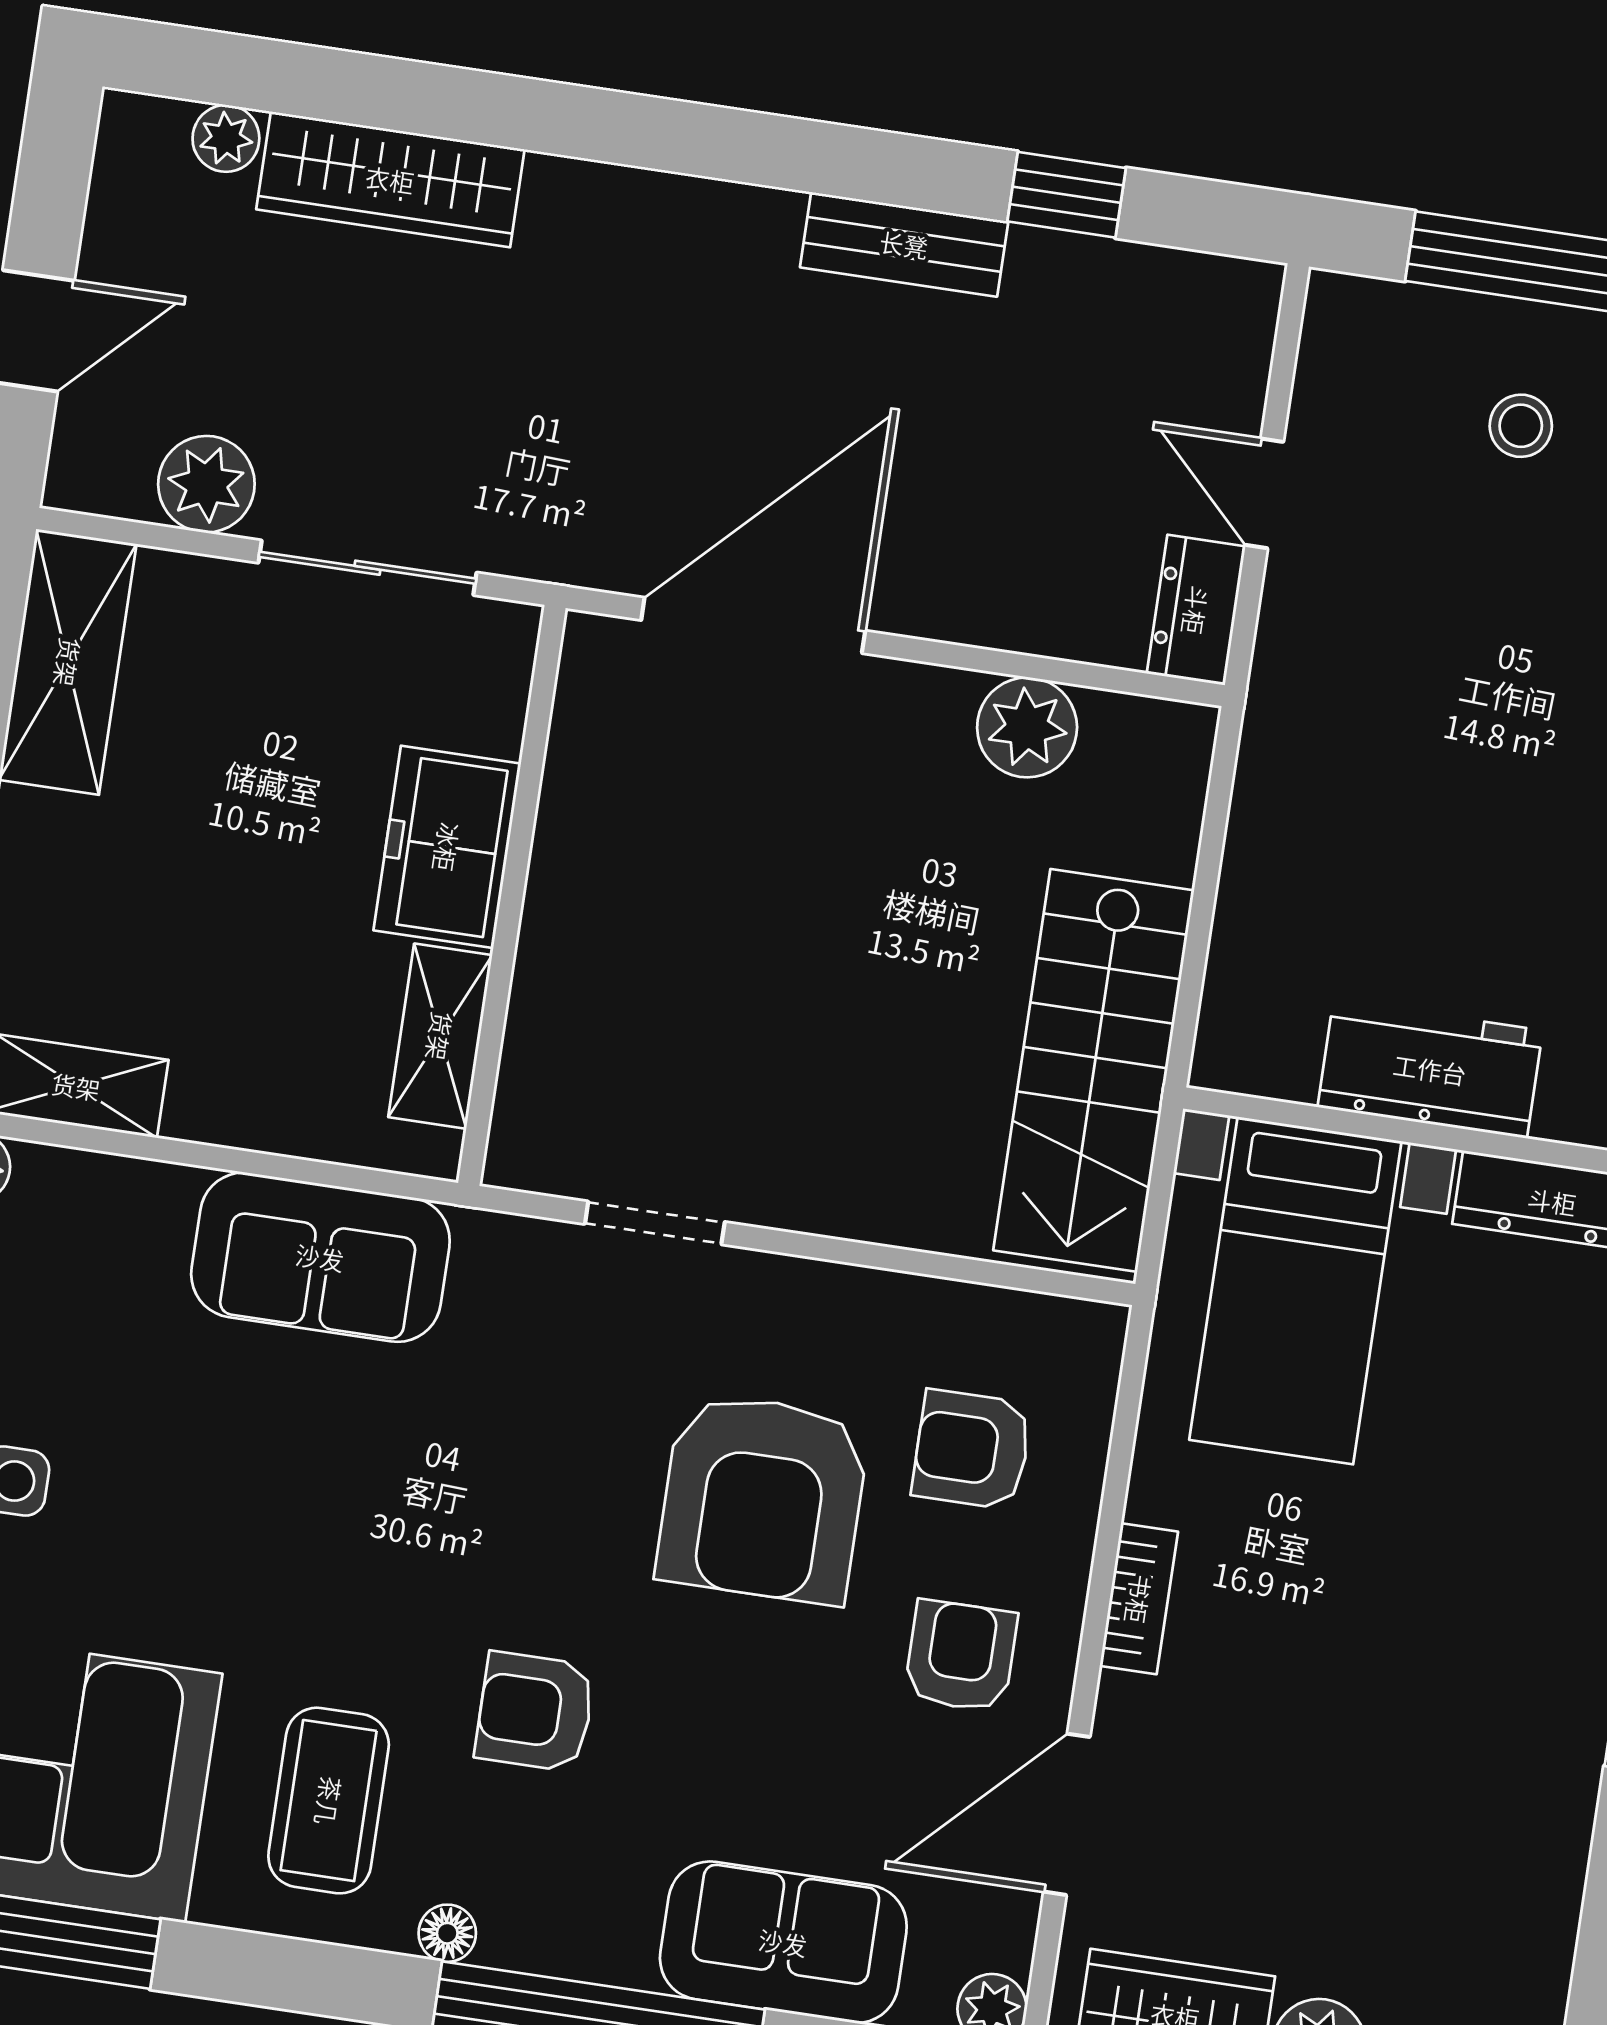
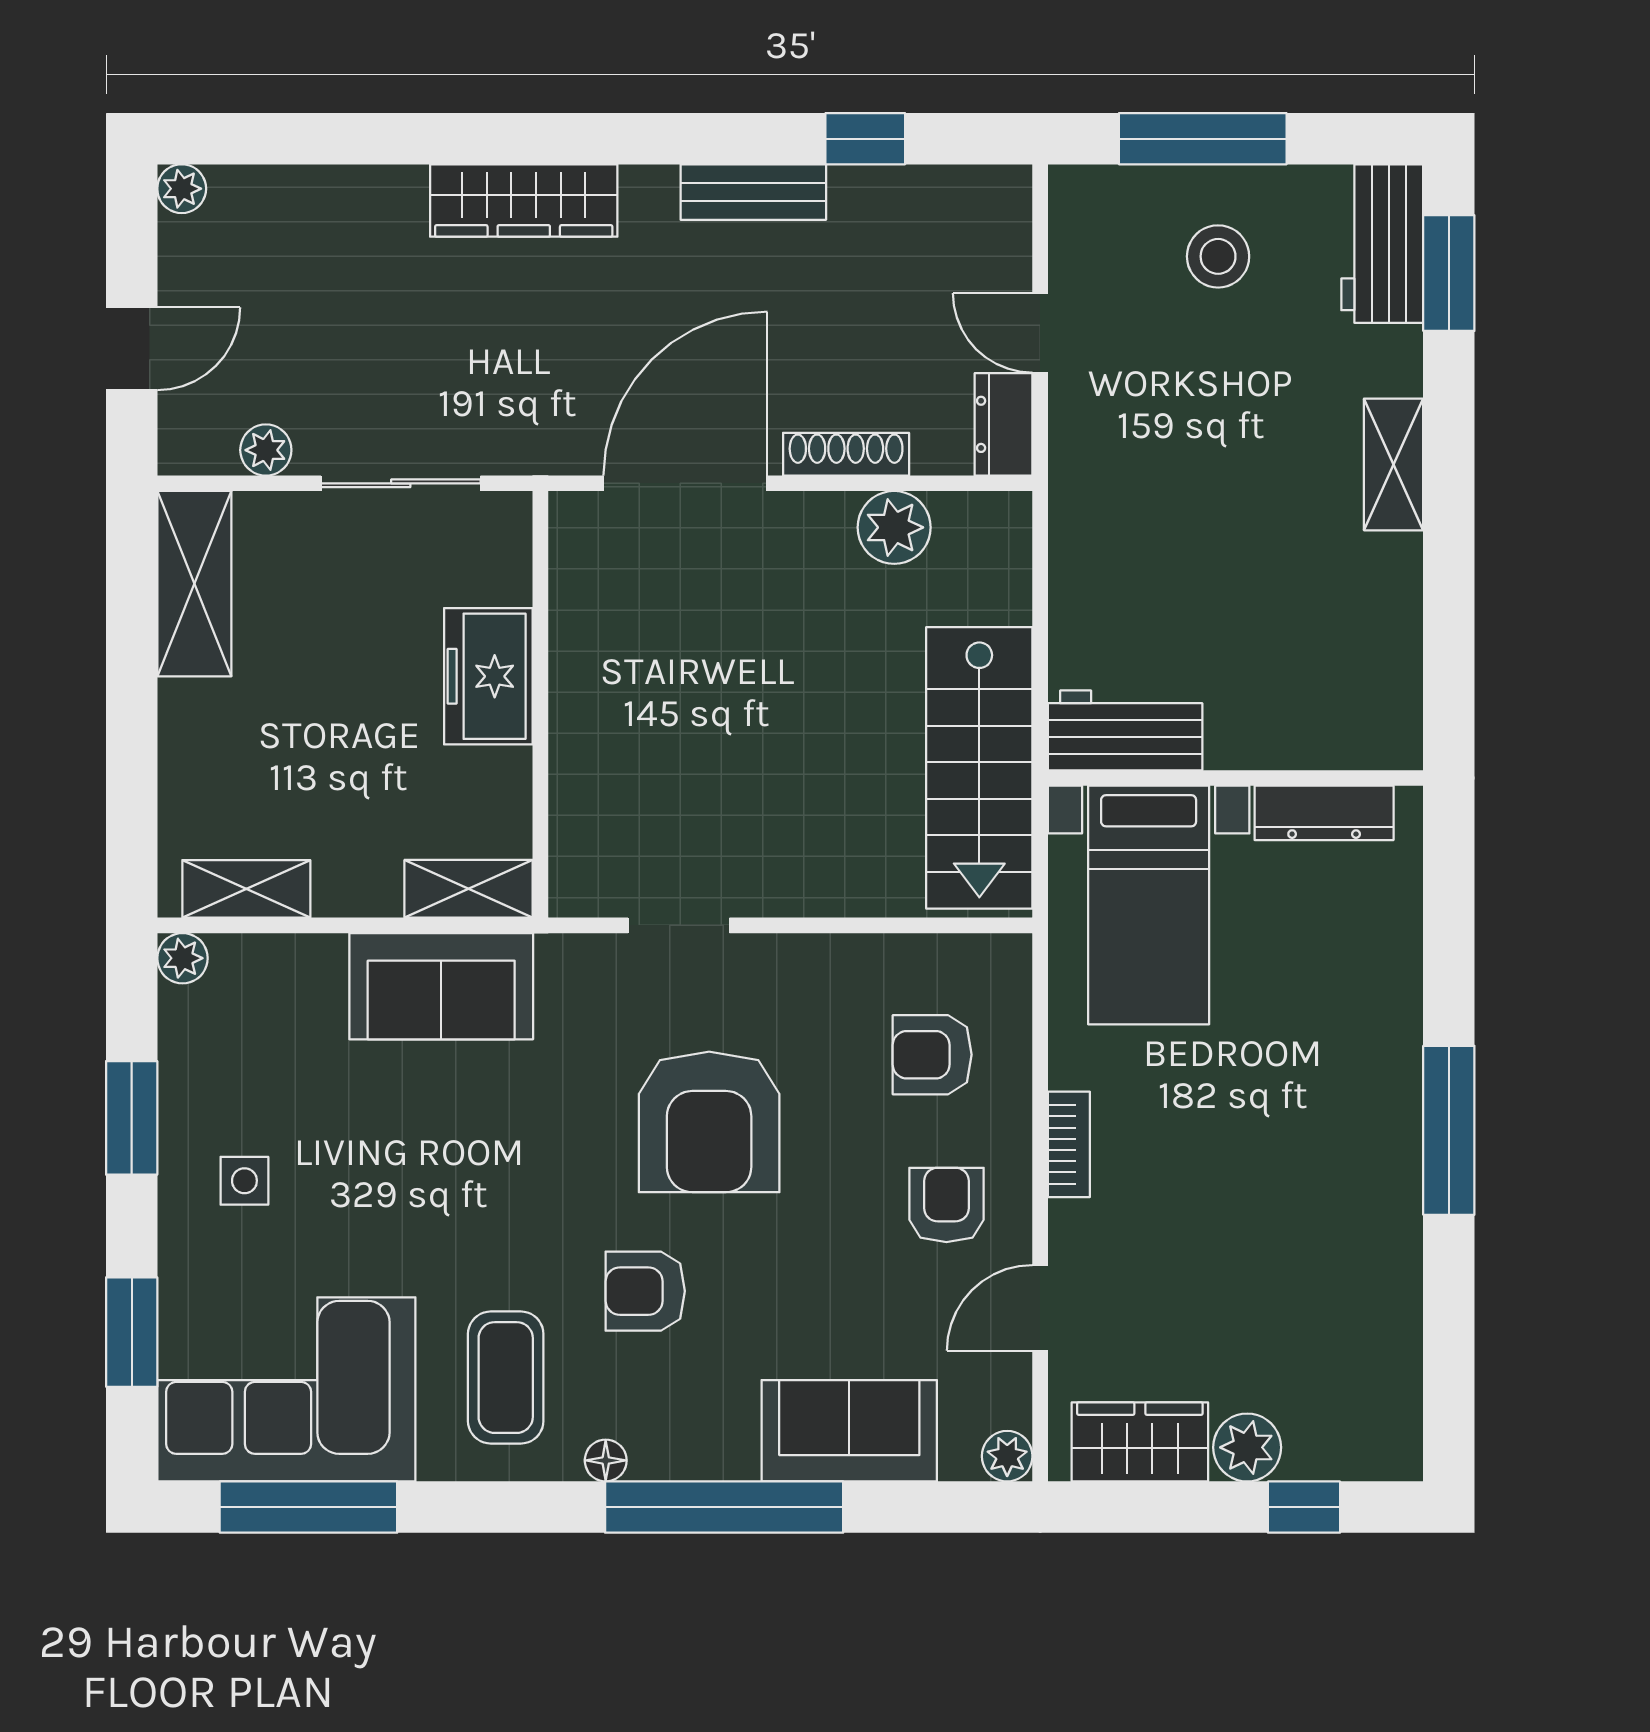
plant: (226, 138) -> (182, 189), moved
wardrobe: (390, 179) -> (524, 200), moved
stool: (1521, 426) -> (1218, 256), width x1.37, depth x1.37
plant: (206, 484) -> (266, 450), width x0.73, depth x0.73
shoe rack: (977, 618) -> (846, 454), added
shelving: (440, 1036) -> (469, 889), moved, turned 90
workbench: (1430, 1069) -> (1125, 730), moved
armchair: (763, 1498) -> (709, 1122), moved
door: (1067, 1814) -> (1040, 1308), width x0.73

